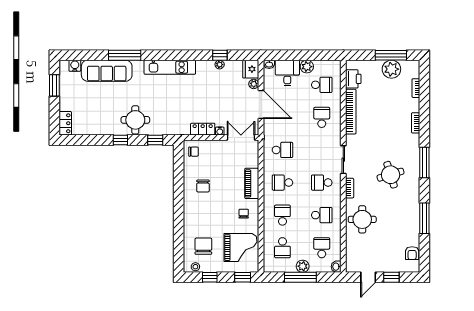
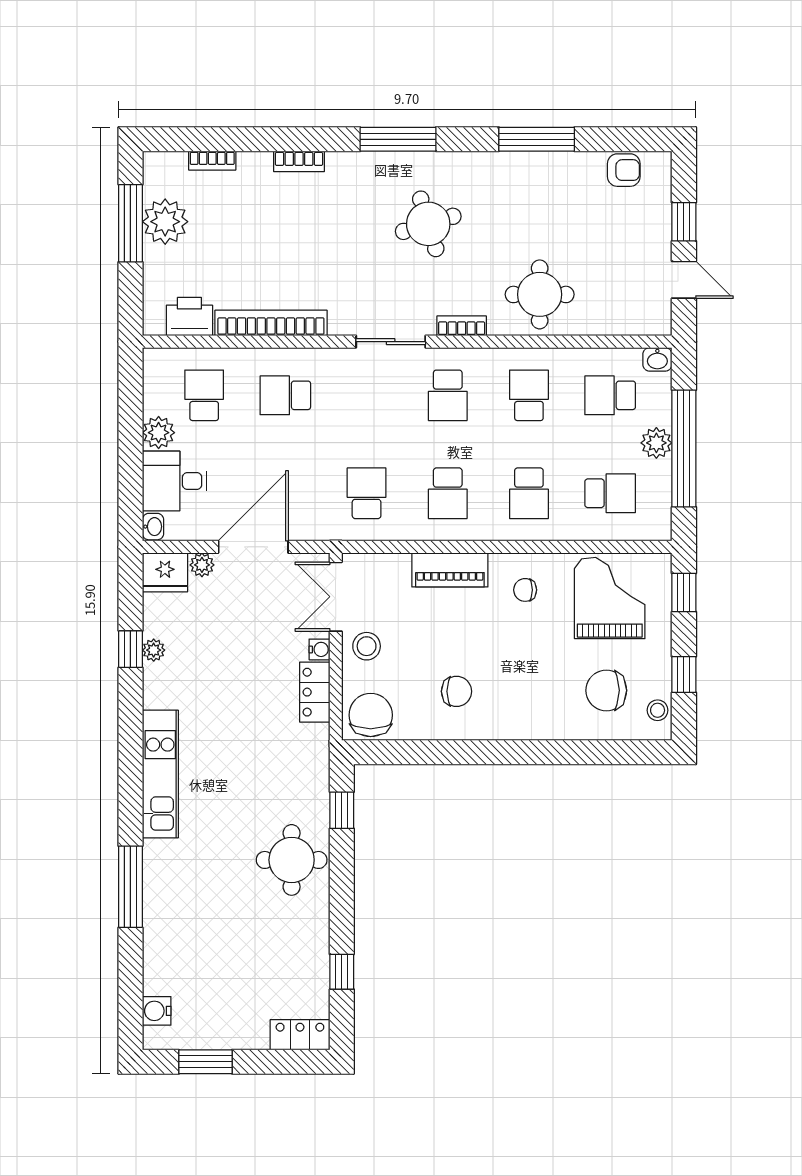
sofa: (107, 71) -> (169, 931), removed
window: (120, 140) -> (342, 972), moved
stool: (221, 150) -> (367, 646), added
chair: (193, 152) -> (371, 715), width x1.87, depth x1.87
school desk: (282, 215) -> (529, 493), turned -90
window: (300, 277) -> (684, 448), width x1.46

